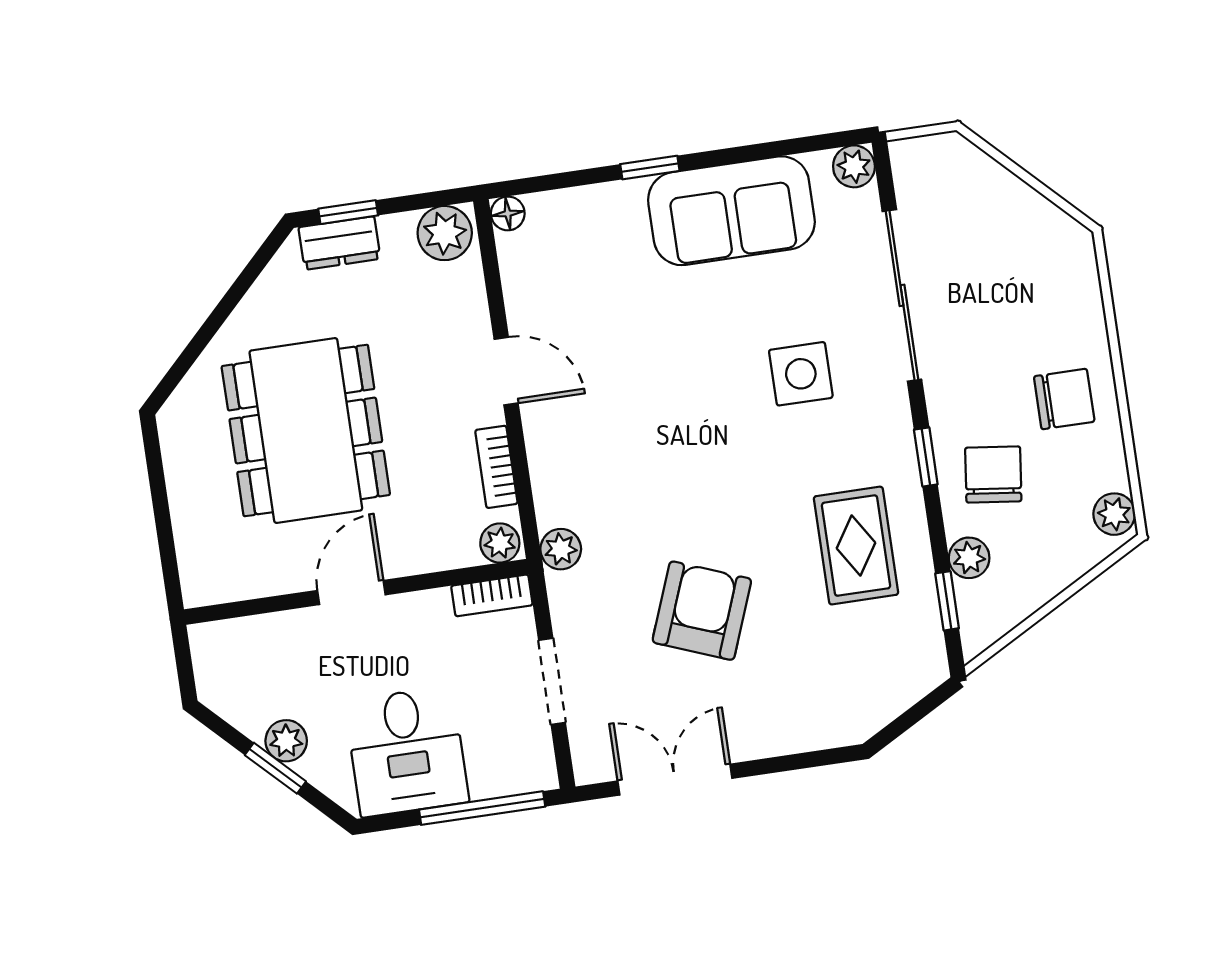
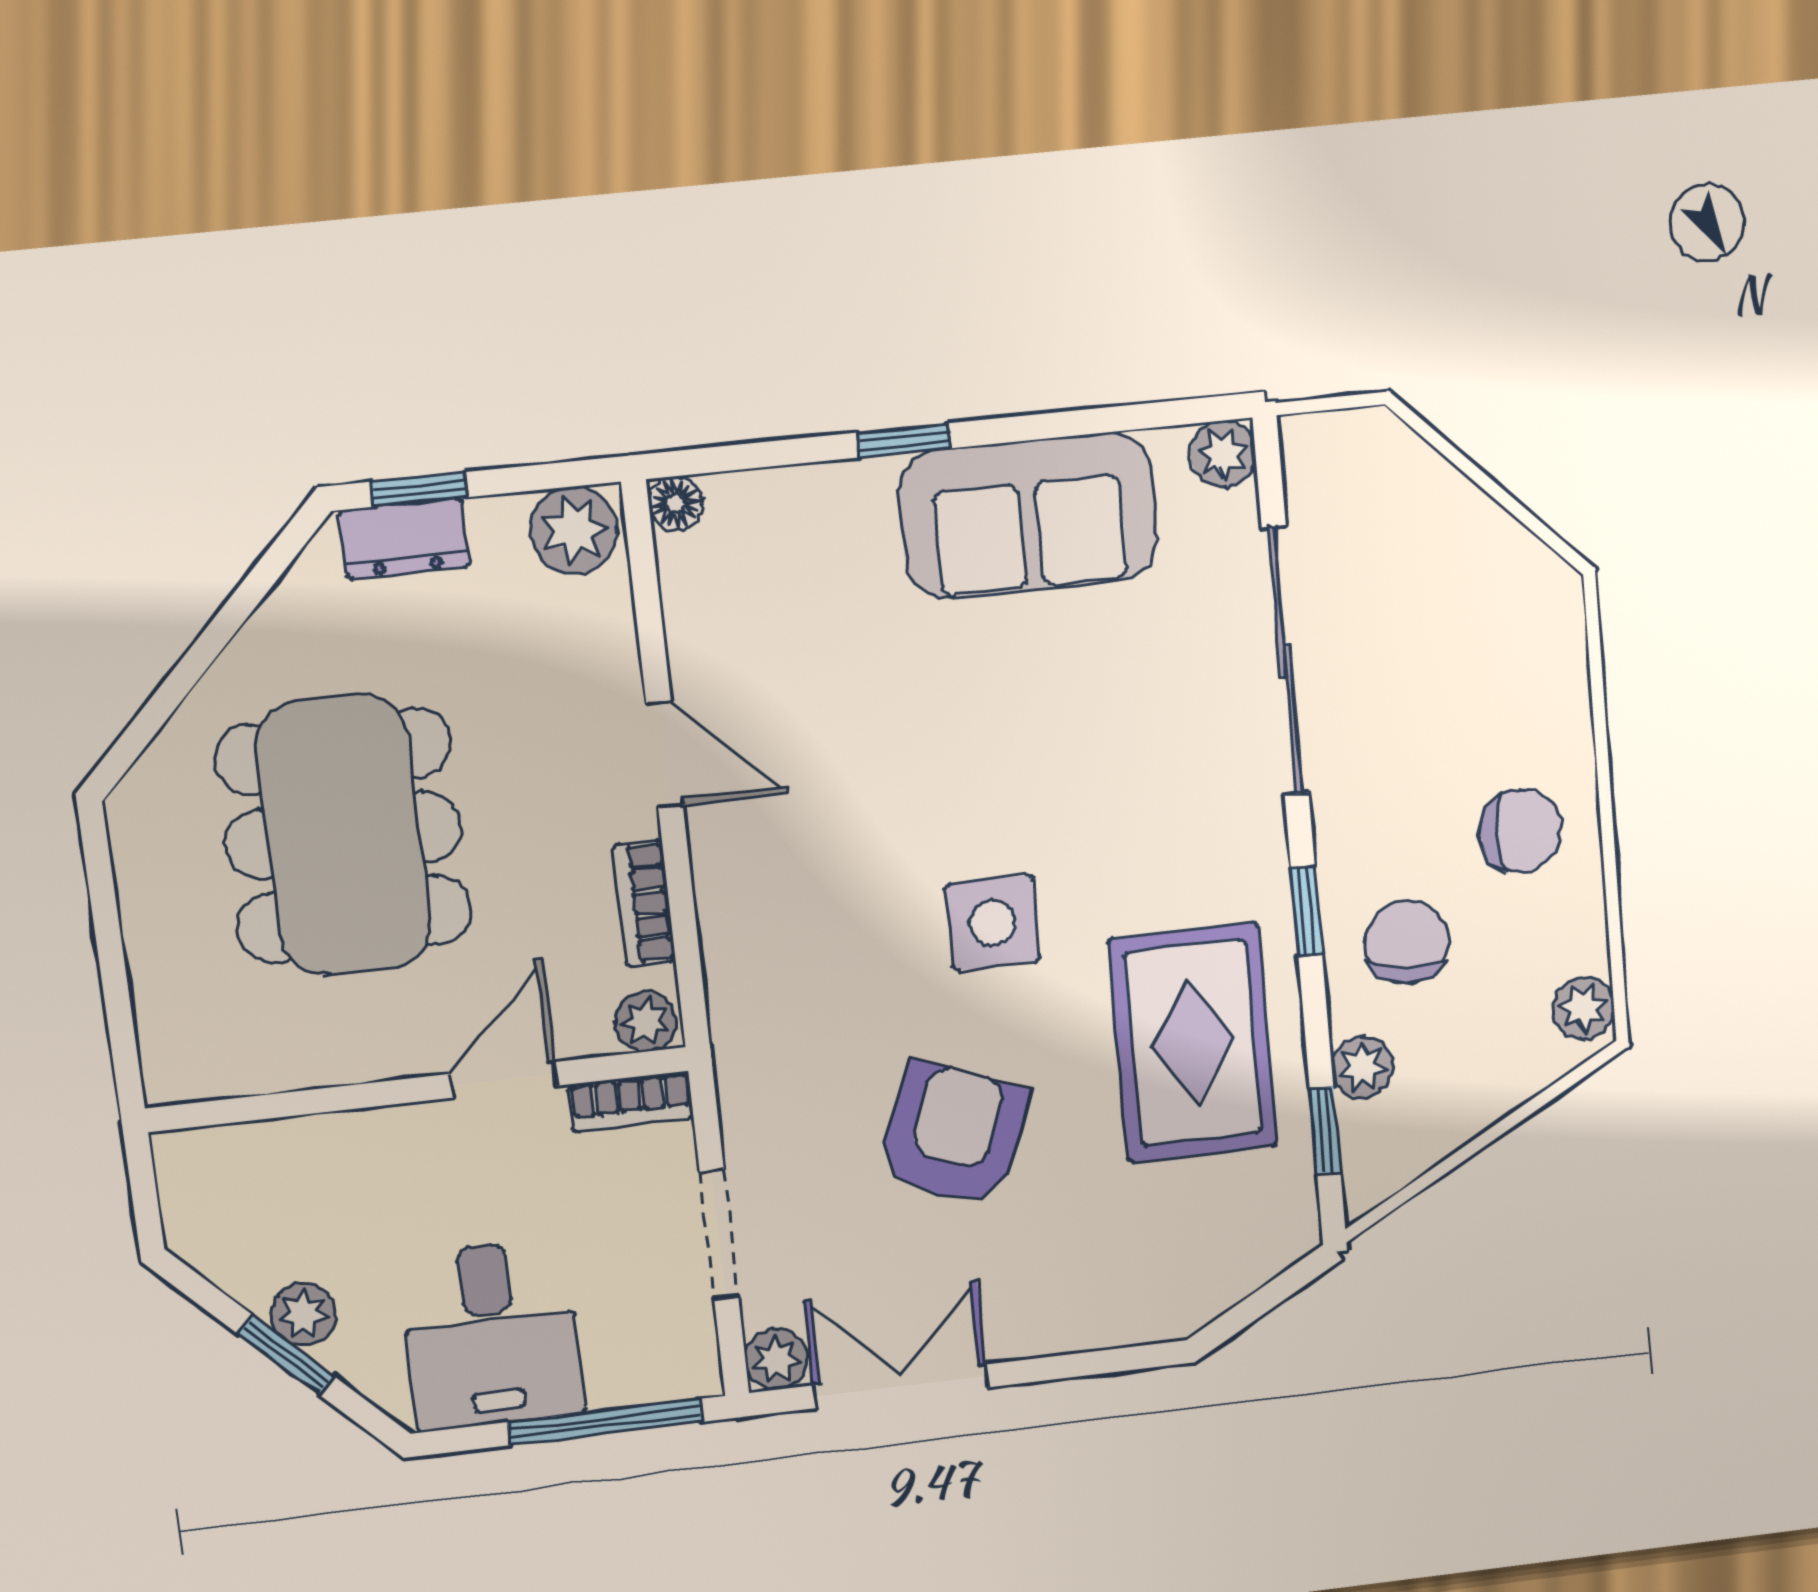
side table: (801, 374) -> (993, 923), moved
rug: (856, 546) -> (1193, 1043), width x1.36, depth x1.43
plant: (561, 549) -> (776, 1359), moved
door: (351, 593) -> (504, 1080), moved

